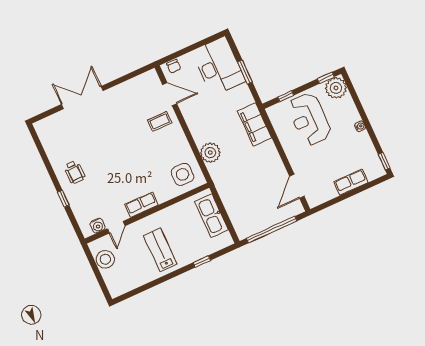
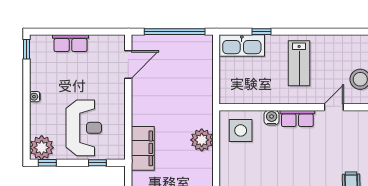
kitchen sink: (212, 216) -> (242, 46), moved, turned 90
water cooler: (98, 226) -> (272, 118), moved

